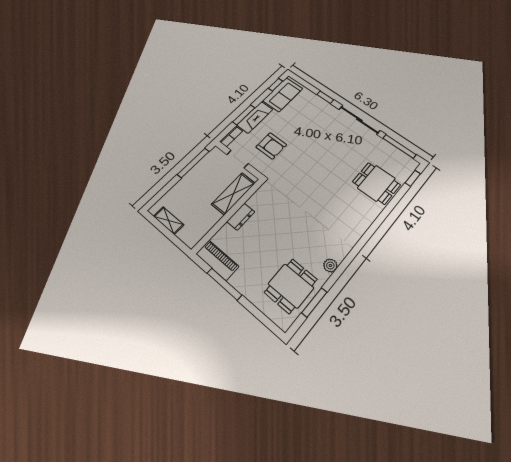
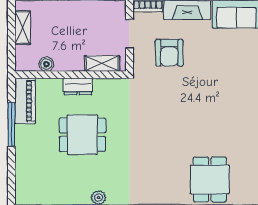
shelving: (233, 194) -> (102, 63), width x0.67, depth x0.75
boiler: (207, 225) -> (46, 64), added
dining table: (291, 286) -> (82, 135), moved

